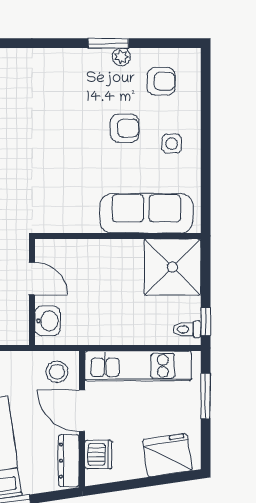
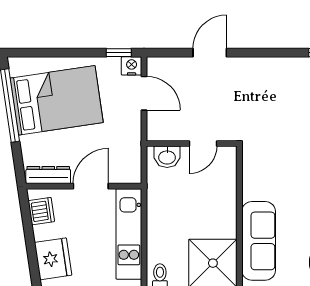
stool: (57, 372) -> (124, 165), removed
dishwasher: (98, 454) -> (41, 211), moved, turned -98

